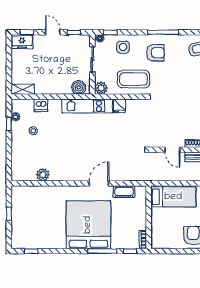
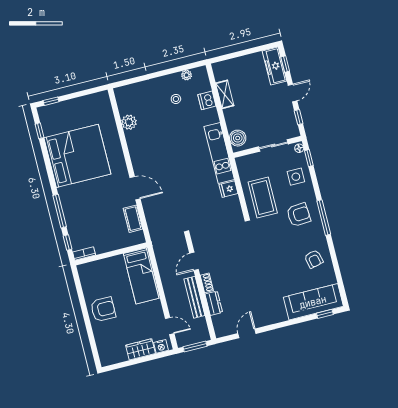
freezer: (22, 42) -> (275, 66), width x1.40
armchair: (155, 53) -> (299, 215), turned -94
plant: (101, 88) -> (243, 163), removed
shelving: (23, 89) -> (225, 94), moved
window: (9, 124) -> (177, 70), removed
window: (9, 214) -> (51, 101), moved
bed: (88, 225) -> (77, 156), moved

